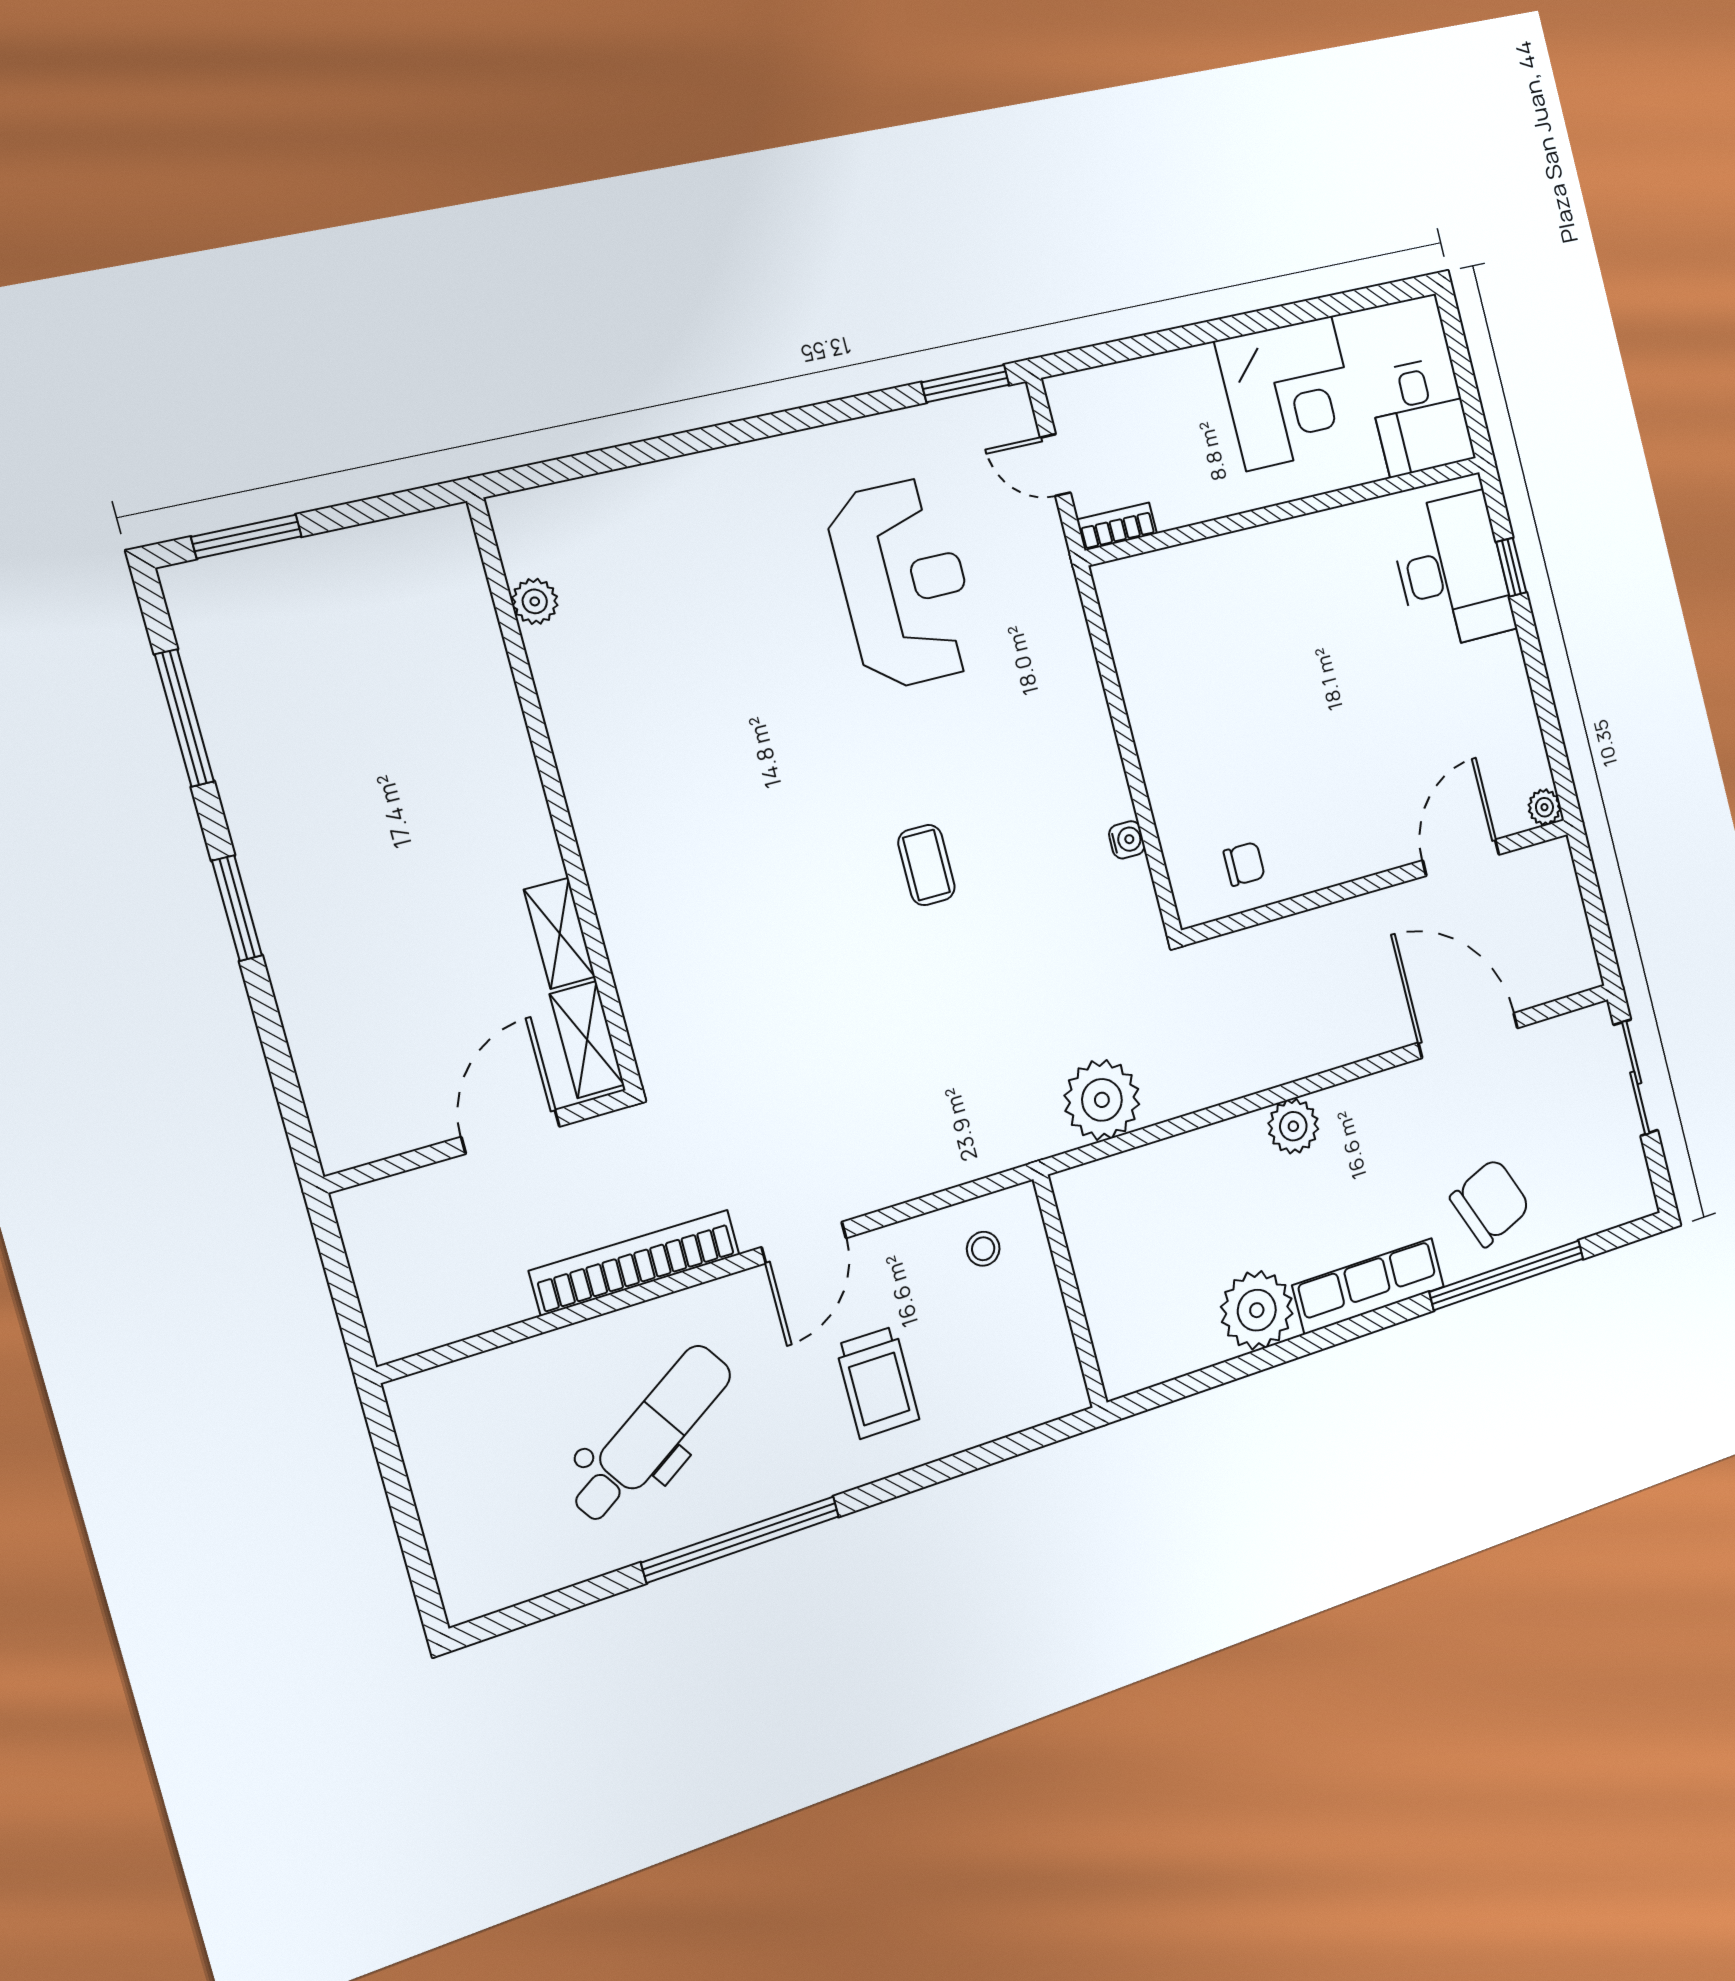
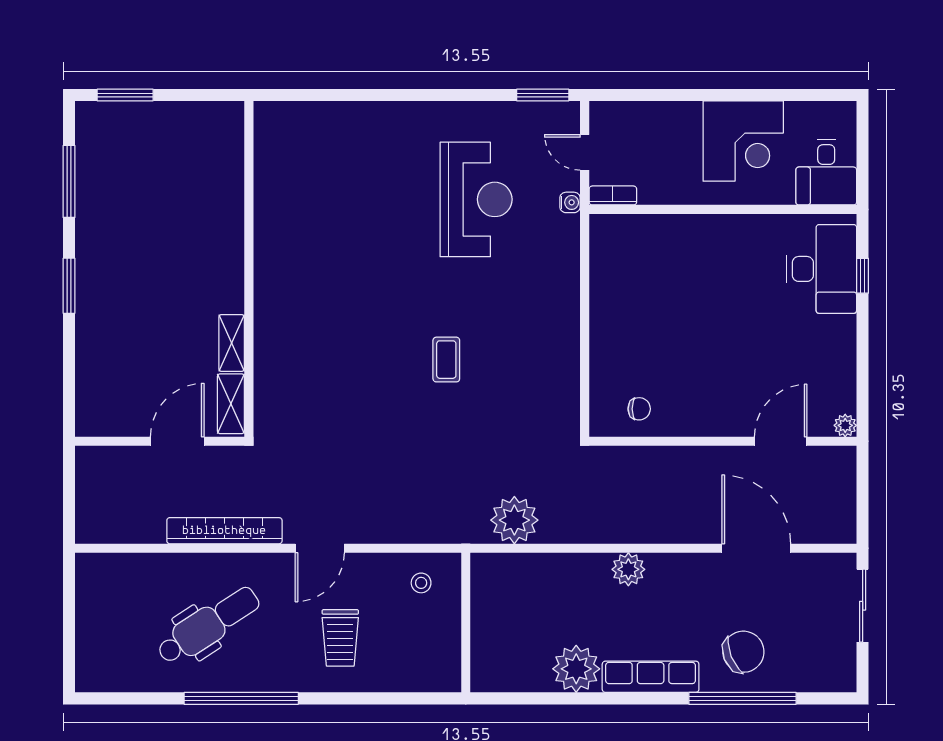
plant: (535, 601) -> (266, 162), removed
water cooler: (1127, 840) -> (570, 202), moved

